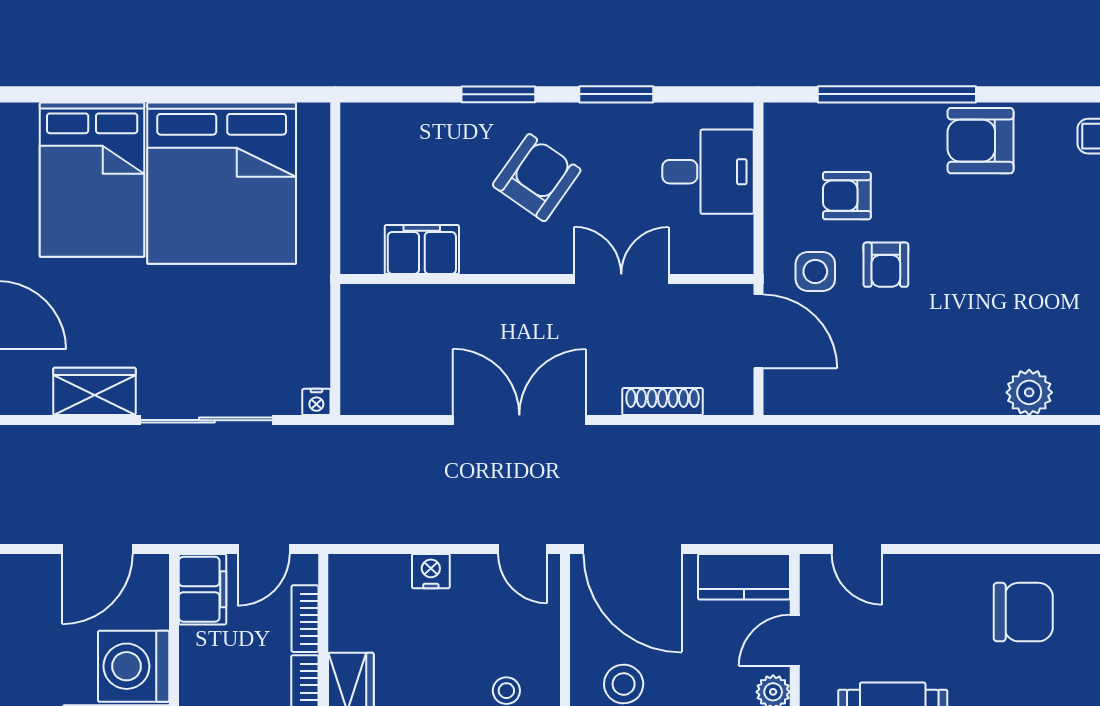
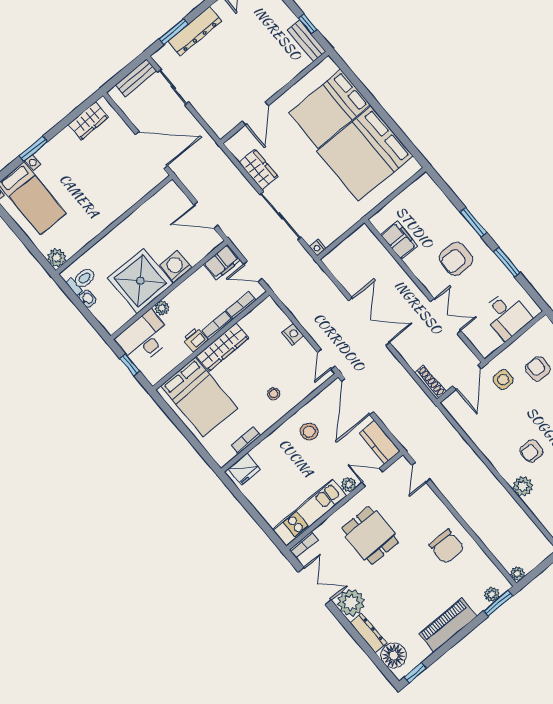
armchair: (537, 178) -> (456, 259), turned 145
armchair: (886, 265) -> (532, 451), moved
shoe rack: (663, 402) -> (430, 382), moved
washing machine: (134, 666) -> (176, 267), width x0.73, depth x0.73

